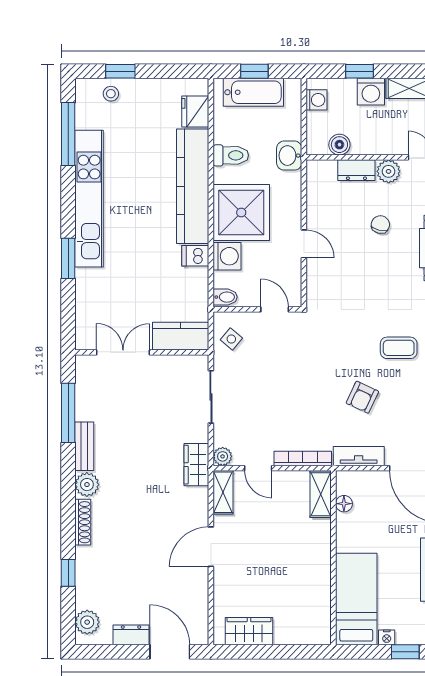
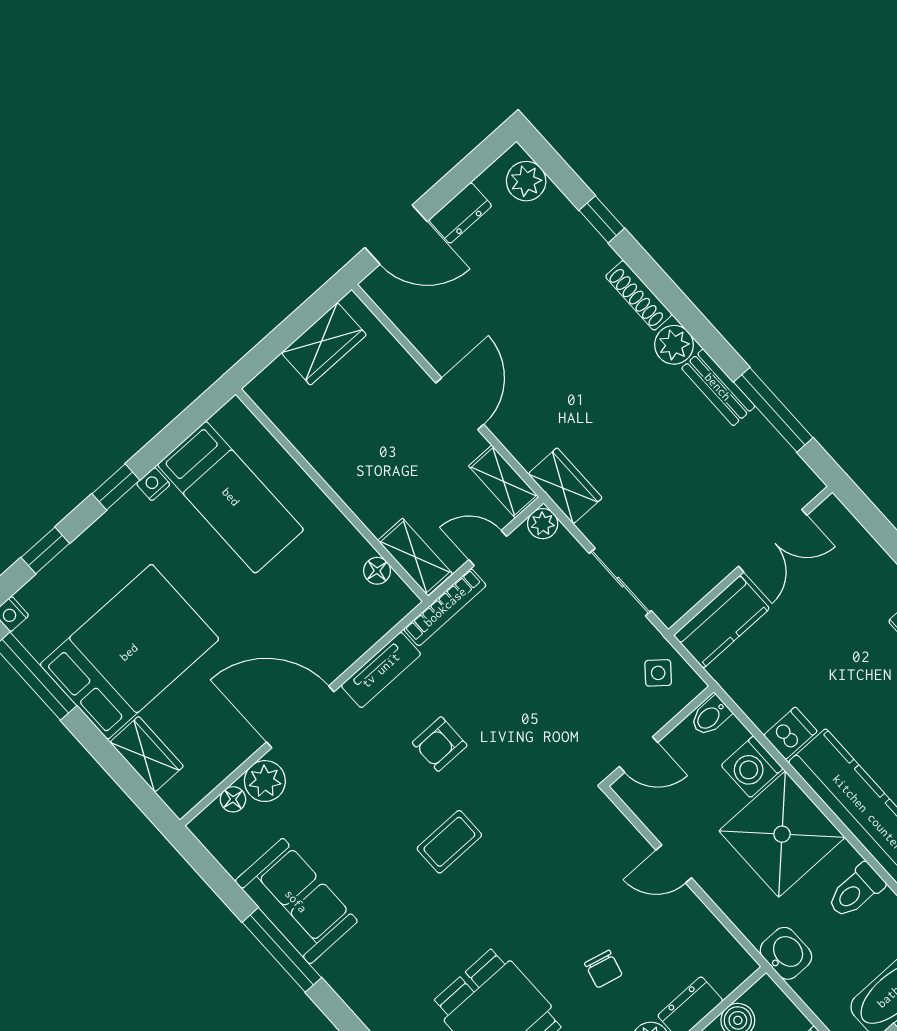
armchair: (362, 397) -> (440, 744), turned -115
shelving: (321, 494) -> (415, 557), moved
floor lamp: (344, 504) -> (377, 571), moved
wall: (333, 558) -> (332, 495), moved

